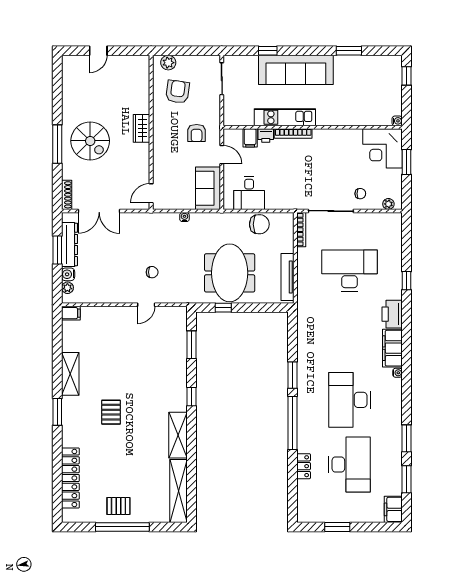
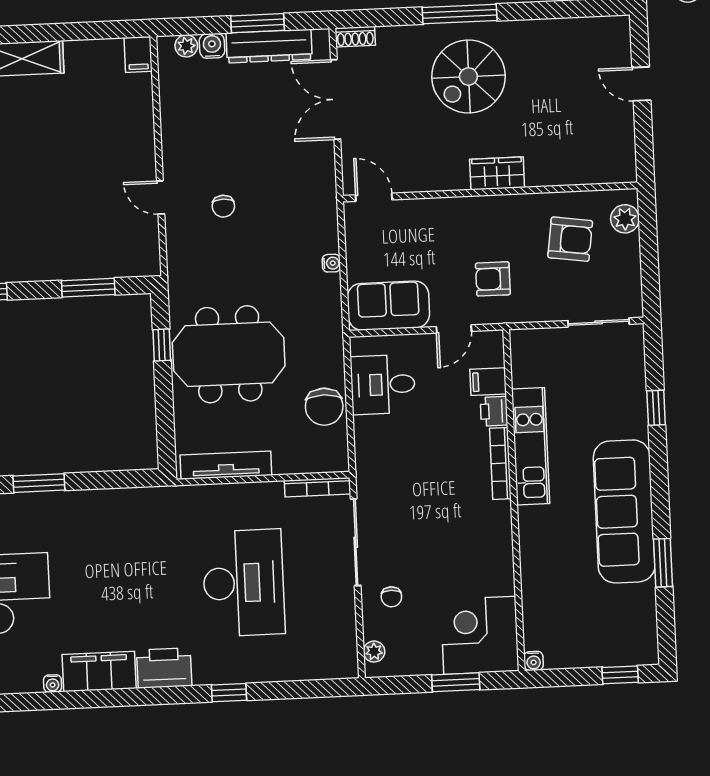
sofa: (296, 70) -> (624, 511), moved
shoe rack: (67, 195) -> (355, 37), width x0.70

